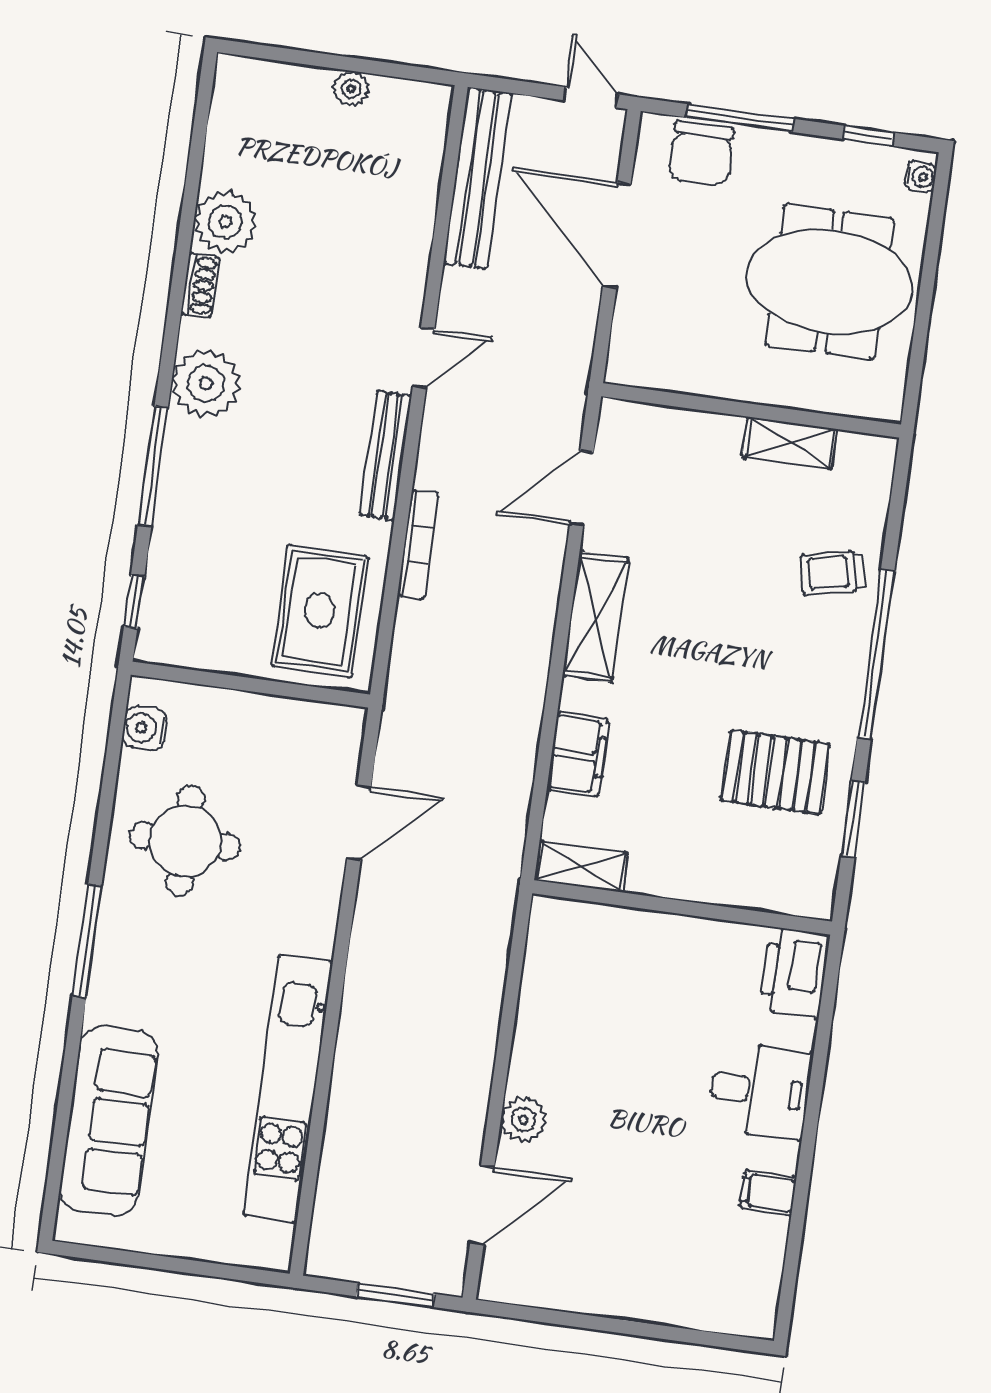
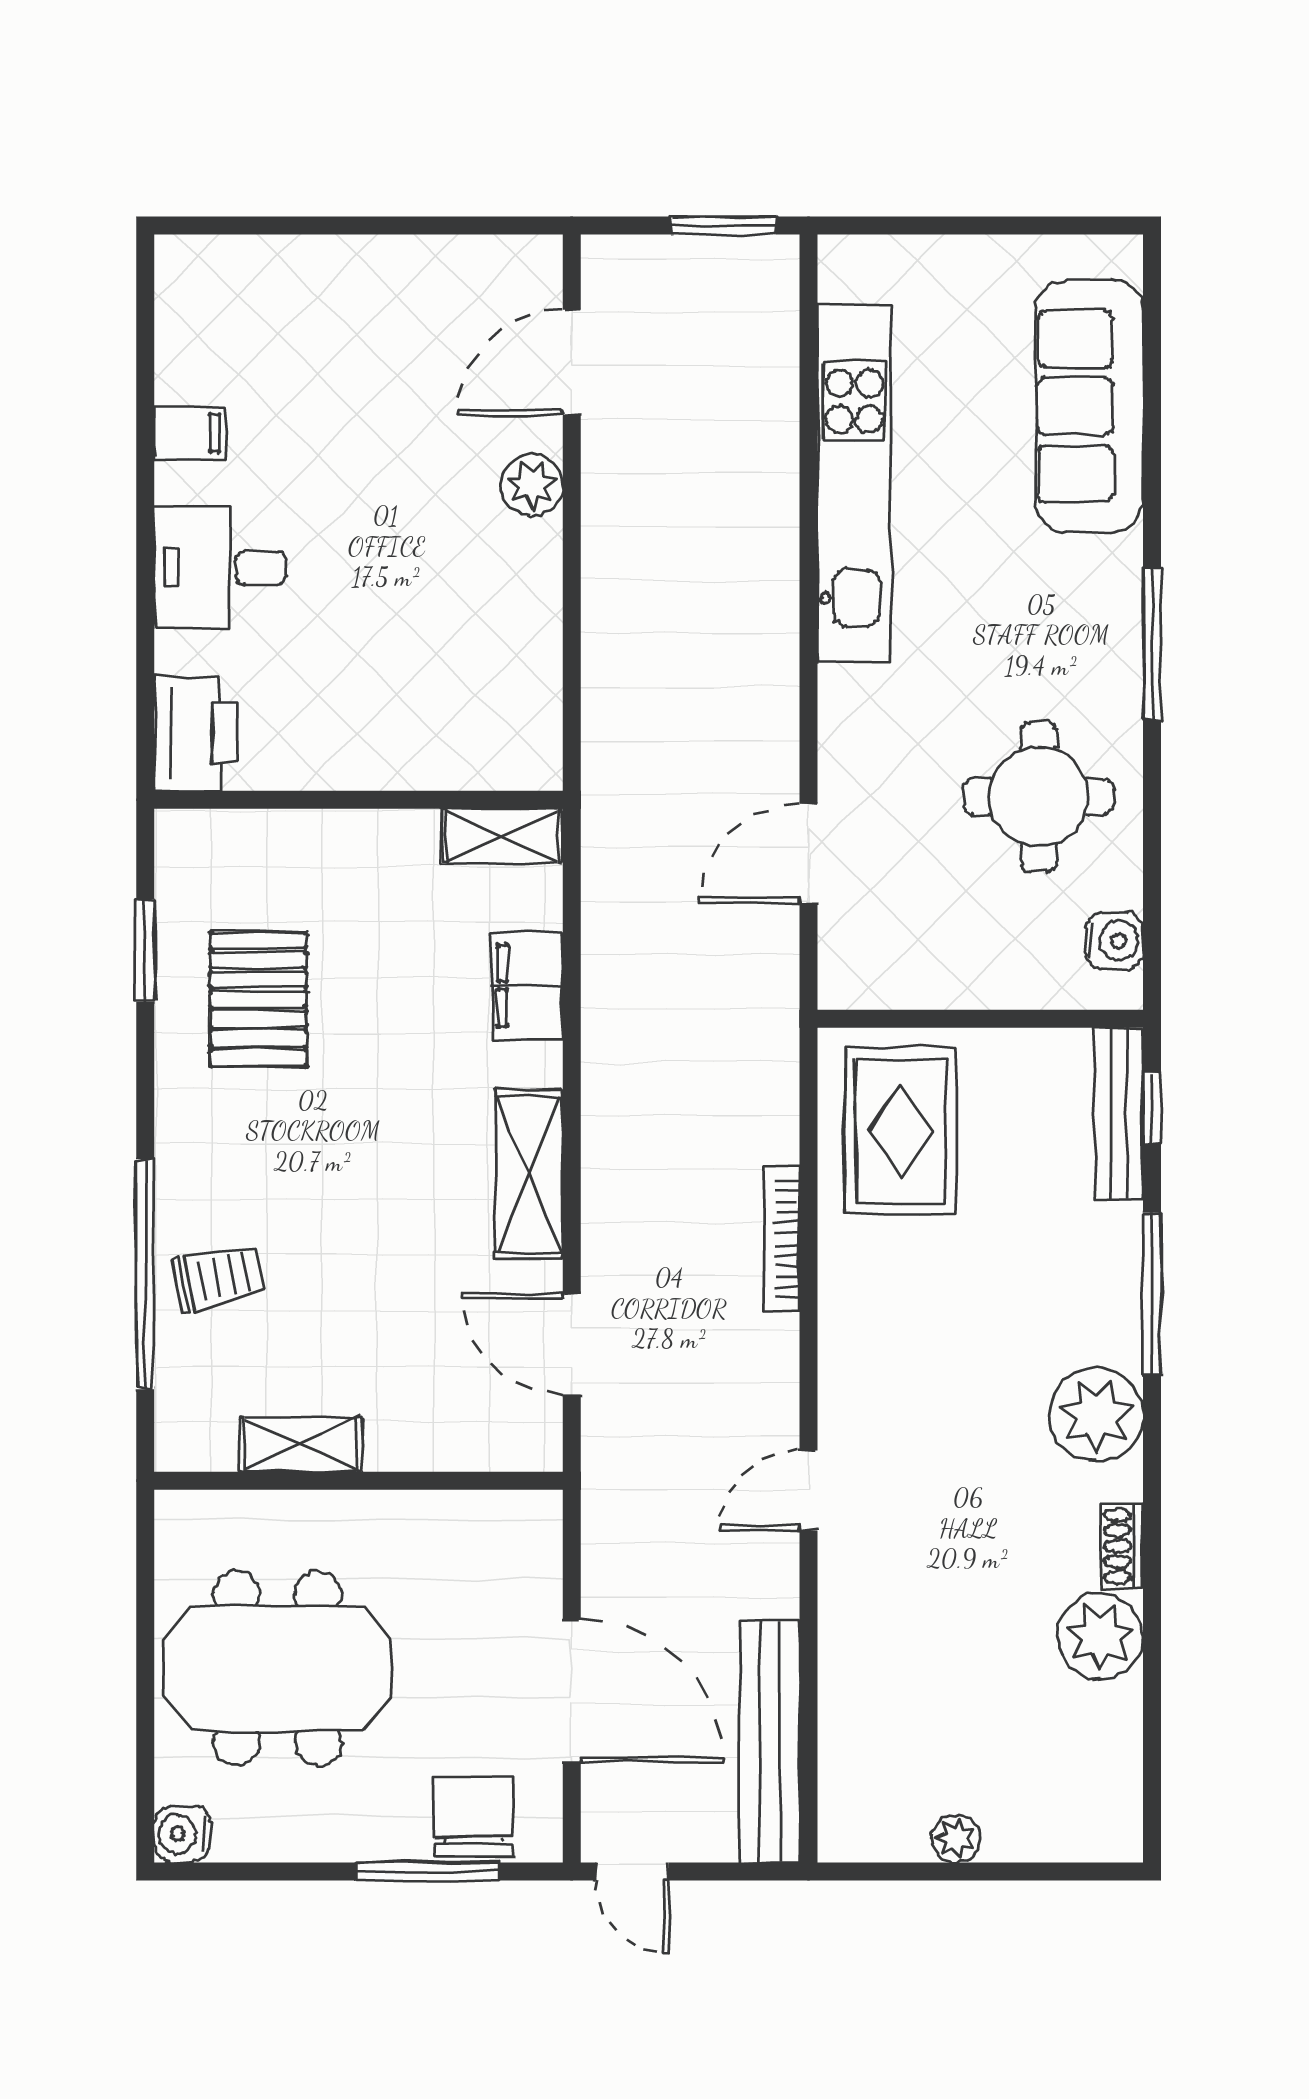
window: (868, 136) -> (252, 1871), removed
water cooler: (921, 177) -> (182, 1834), width x1.38, depth x1.38
bench: (386, 455) -> (1119, 1113), moved
door: (582, 488) -> (572, 1344), swing flipped
window: (876, 654) -> (145, 1274), moved
pallet: (775, 772) -> (258, 999), turned 90
window: (395, 1295) -> (723, 225), moved

